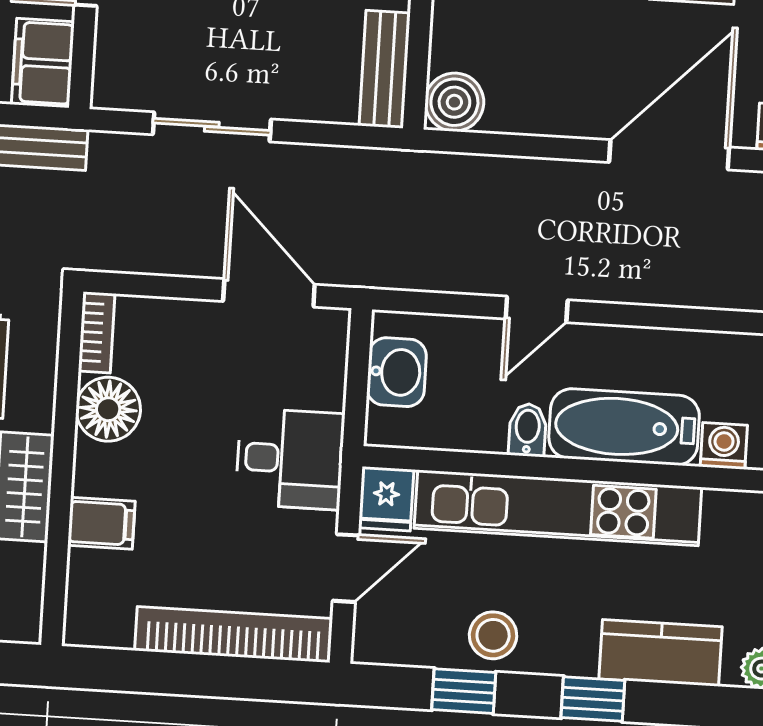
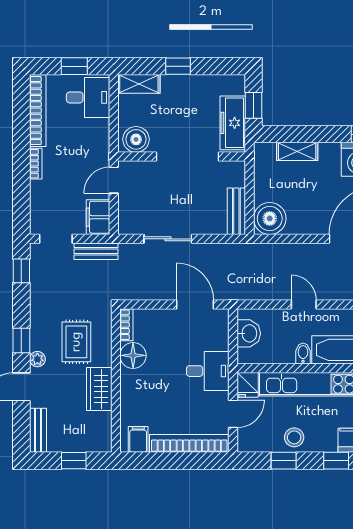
boiler: (454, 102) -> (270, 218), width x1.37, depth x1.37
door: (537, 309) -> (304, 305), swing flipped
filing cabinet: (101, 523) -> (138, 439), moved, turned -90

